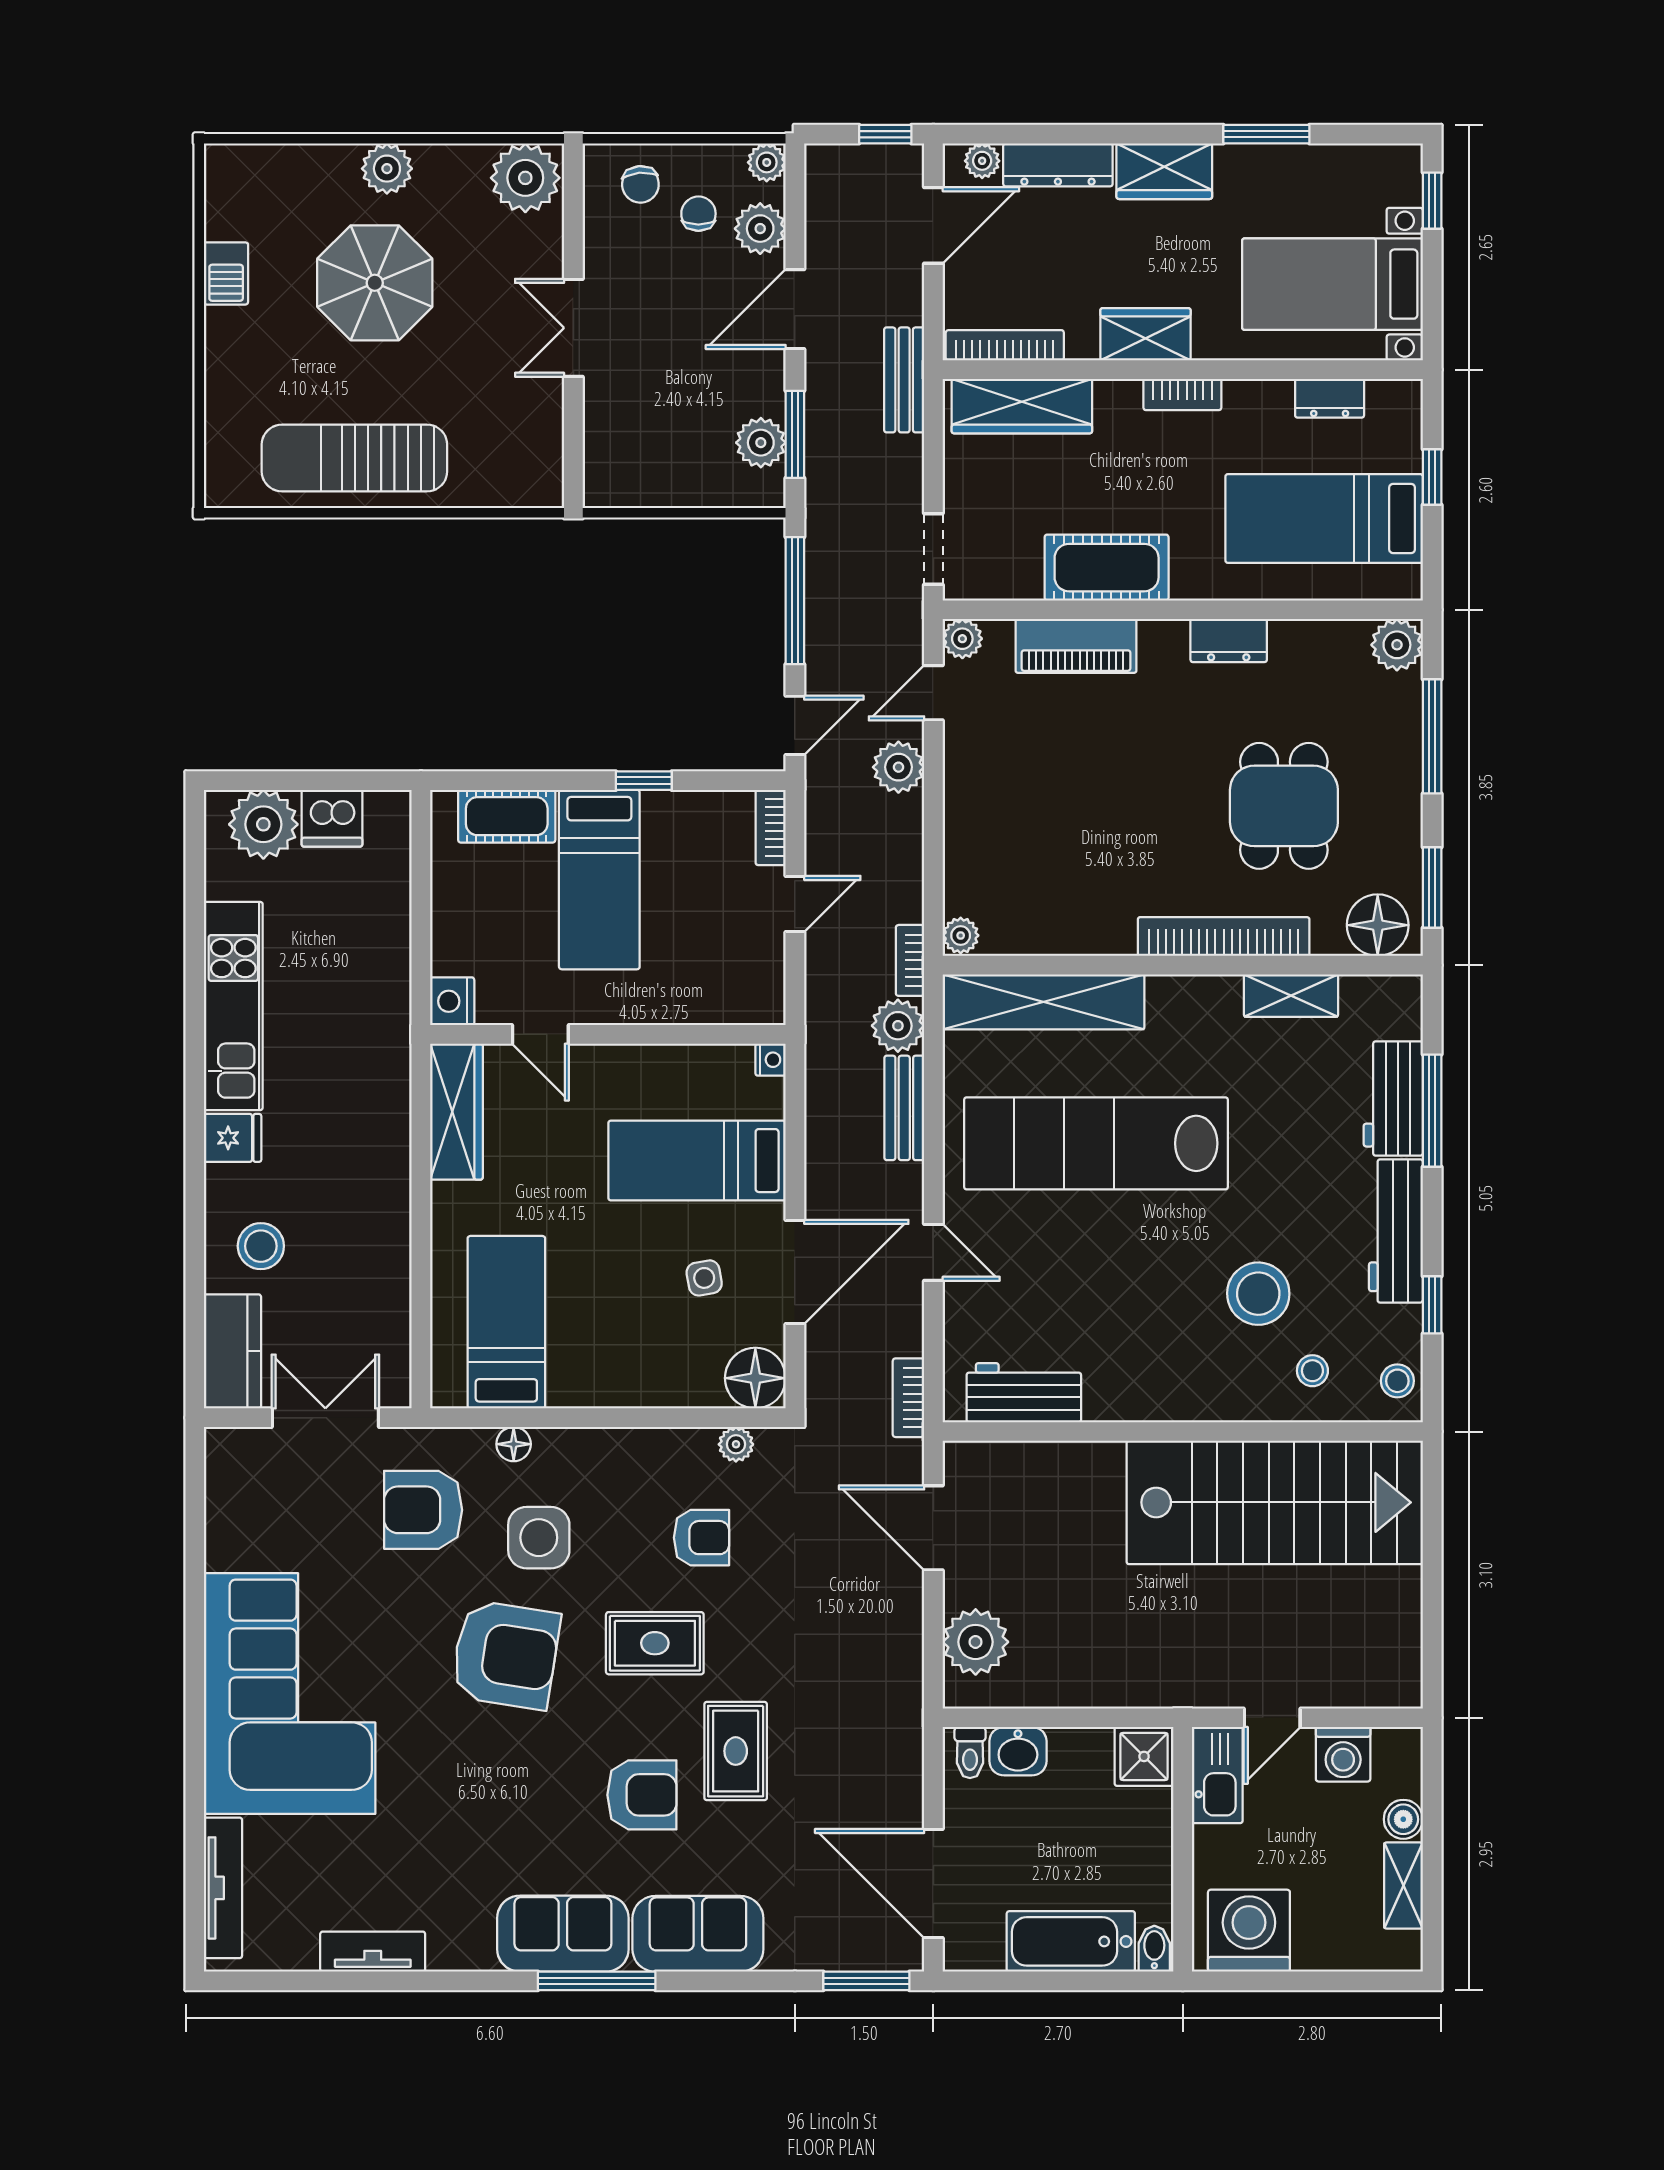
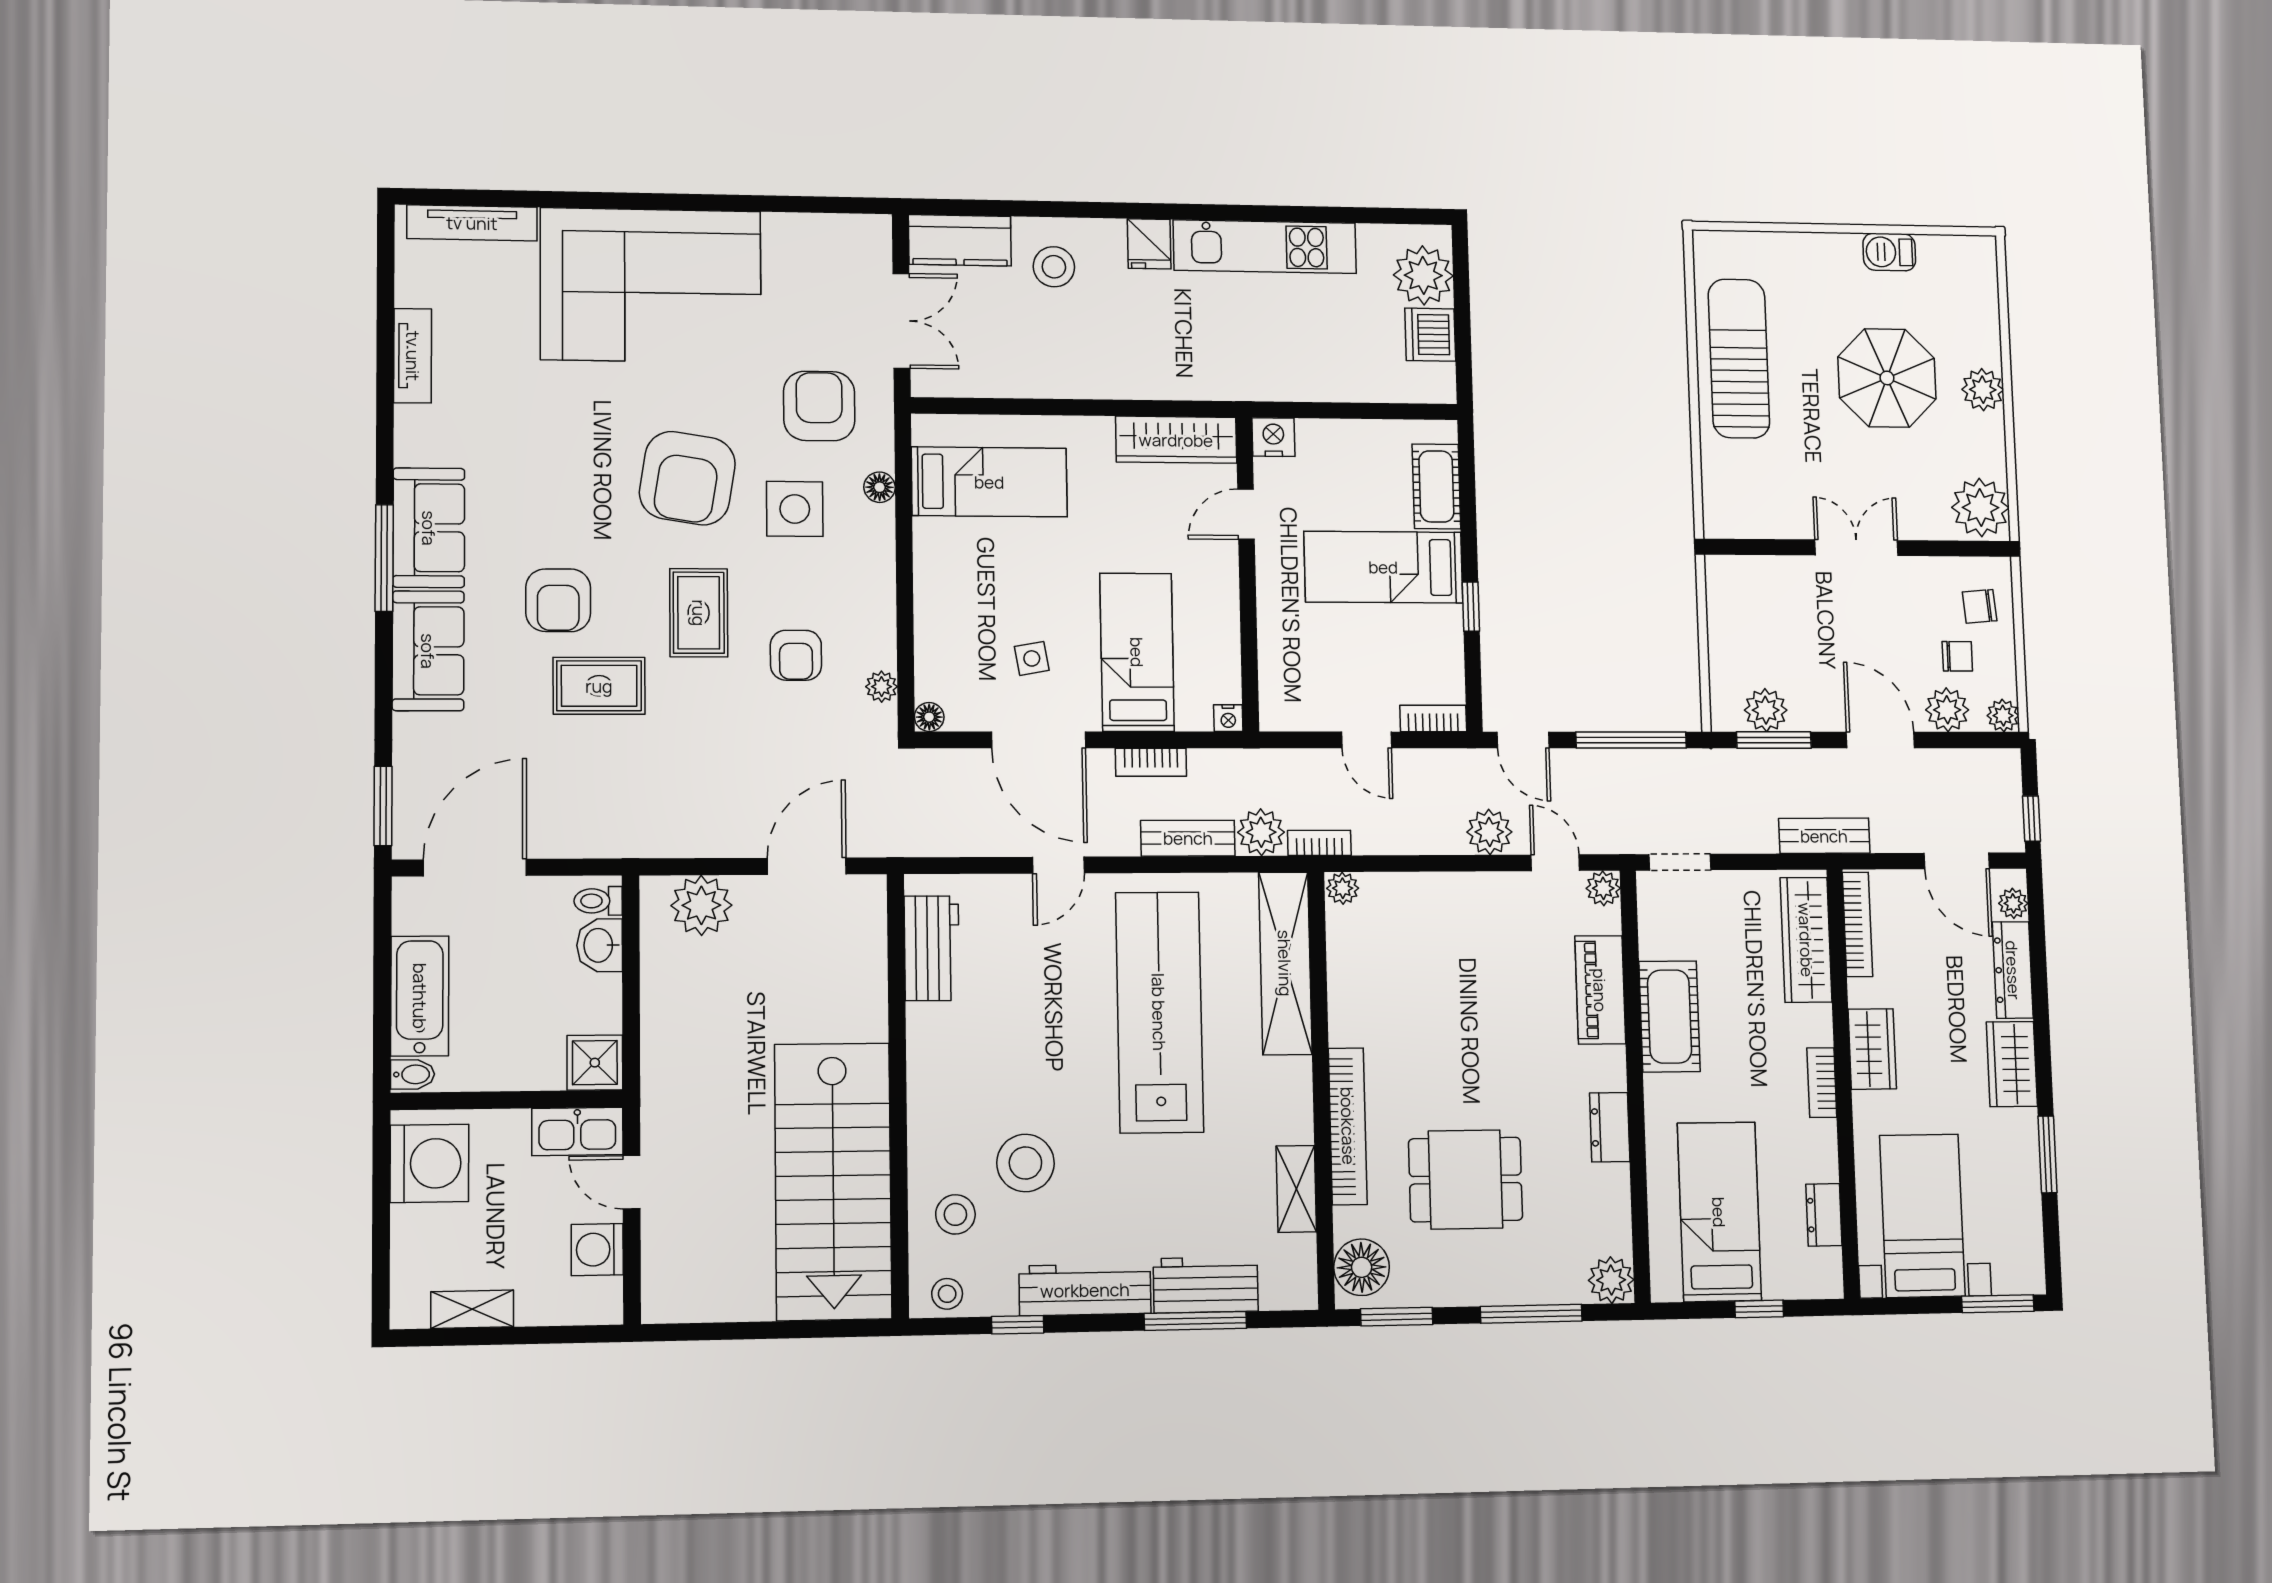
window: (1432, 201) -> (1998, 1304), width x1.50
stool: (1312, 1371) -> (955, 1214), width x1.37, depth x1.37
floor lamp: (755, 1378) -> (929, 717), width x0.53, depth x0.53
bookcase: (908, 1398) -> (1151, 762), moved, turned 180
boiler: (1403, 1819) -> (536, 1308), removed

